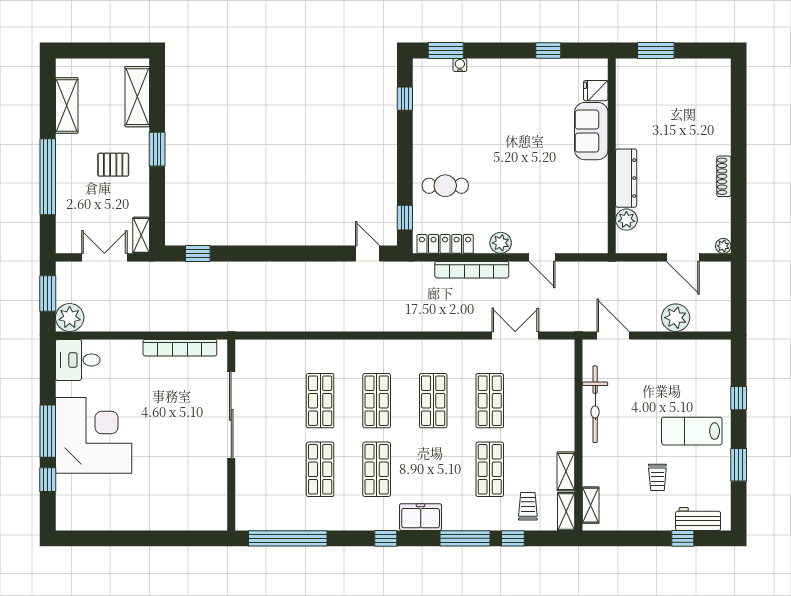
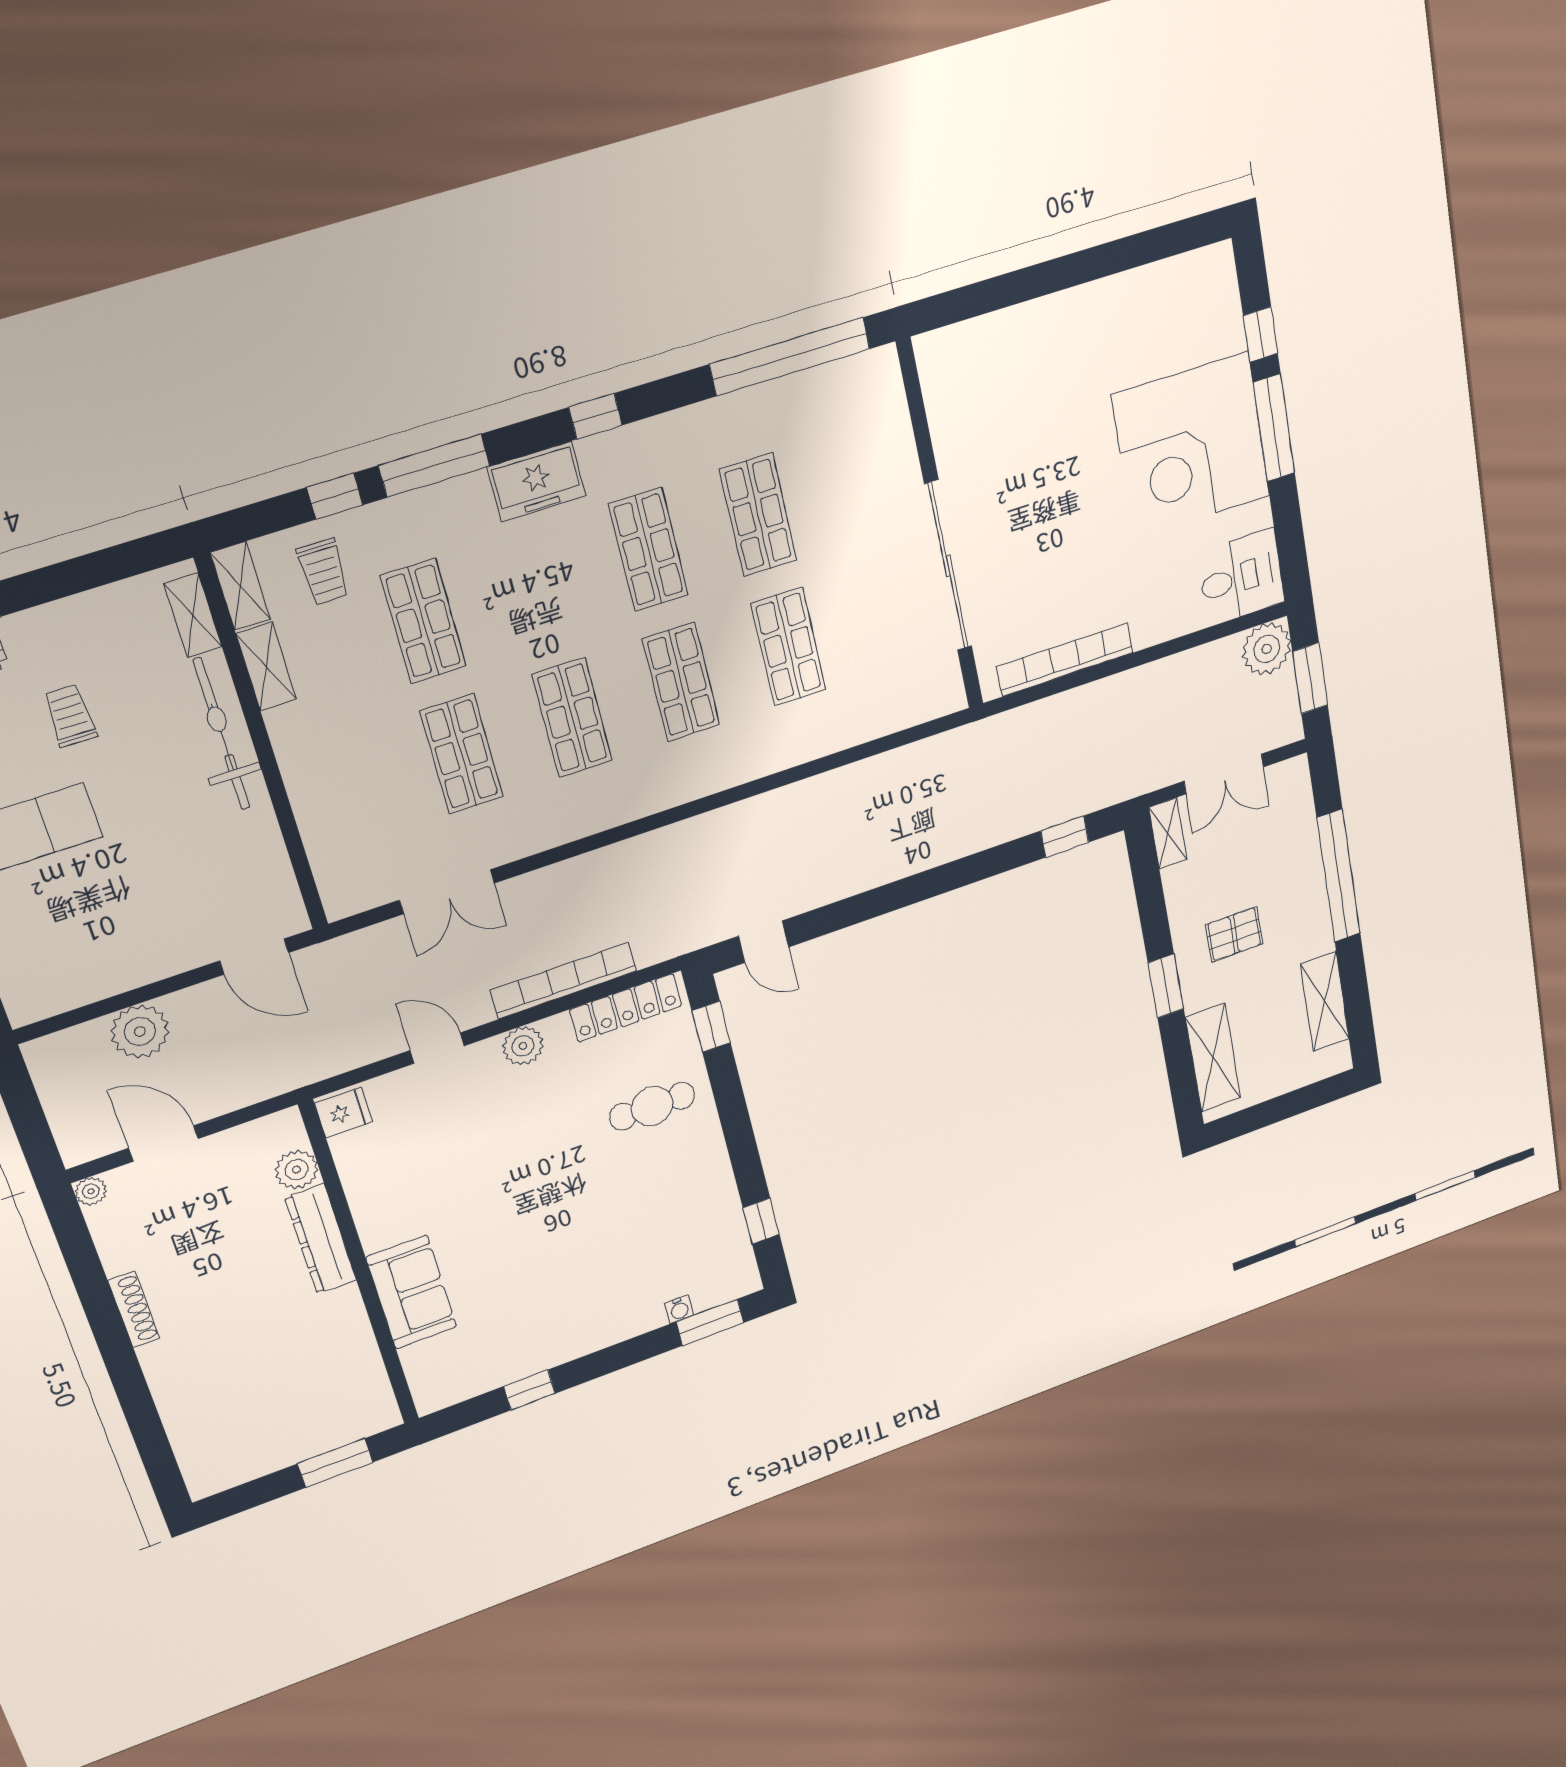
fridge: (596, 91) -> (344, 1113), moved
bicycle: (595, 404) -> (222, 734), moved

